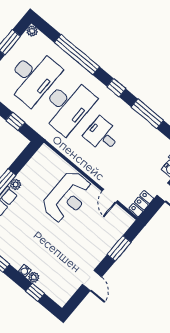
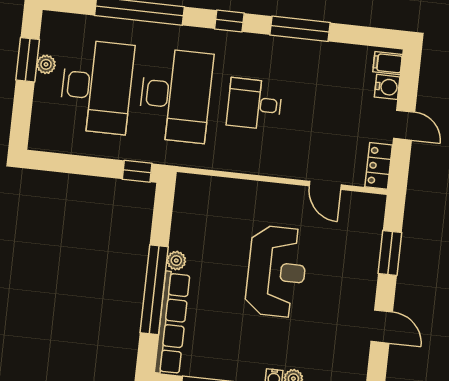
plant: (32, 31) -> (46, 64), moved
window: (15, 121) -> (137, 171), moved
reception desk: (67, 197) -> (276, 271), moved

